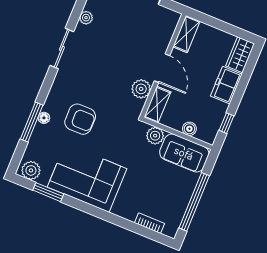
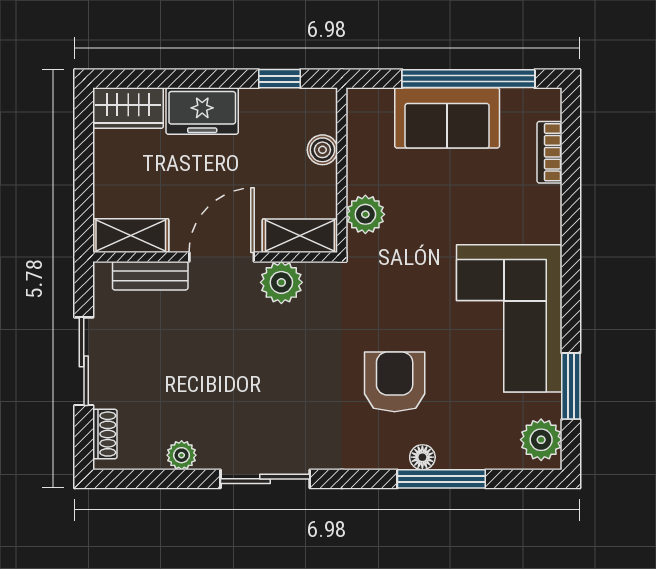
bench: (166, 35) -> (150, 276), added
sofa: (184, 153) -> (447, 118), moved, turned 90

